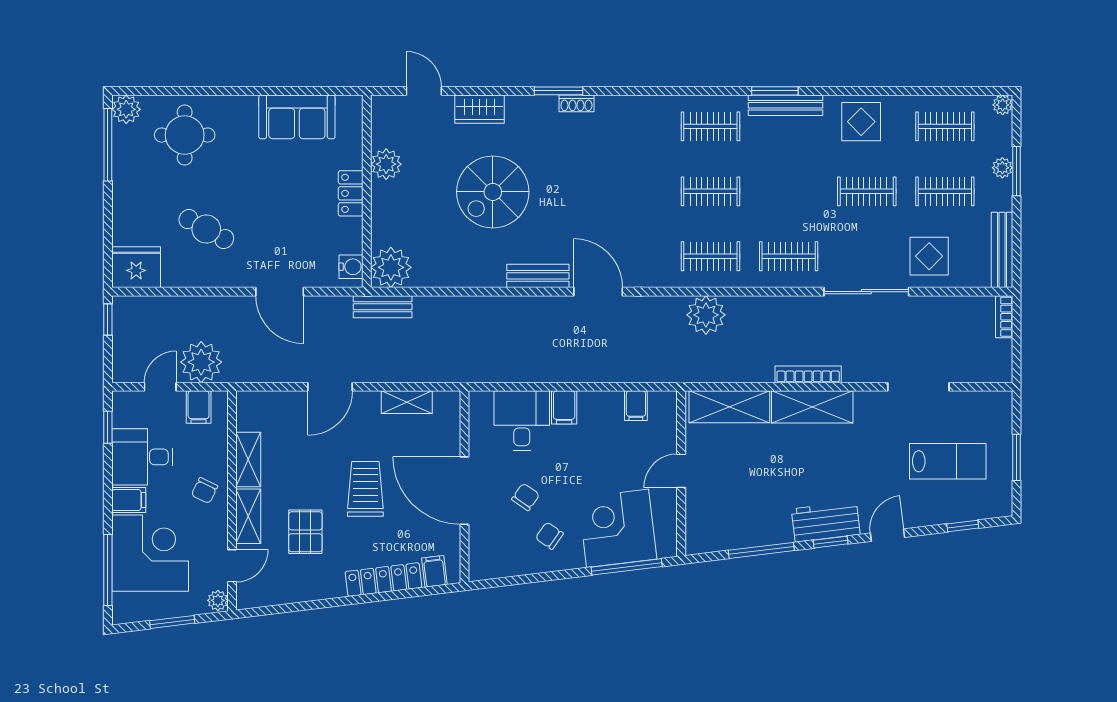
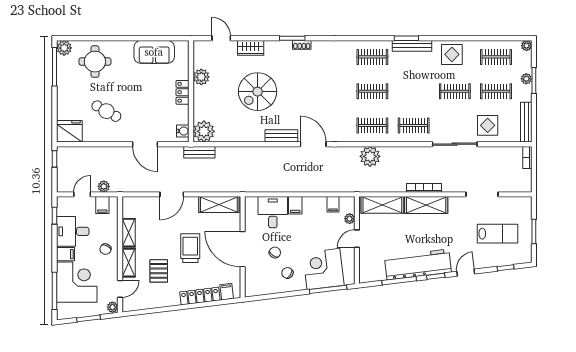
plant: (201, 362) -> (104, 186), width x0.53, depth x0.53
shelving: (407, 402) -> (219, 204), width x1.50, depth x1.33
plant: (667, 433) -> (350, 219), added
workbench: (826, 522) -> (418, 264), width x1.88, depth x1.32

